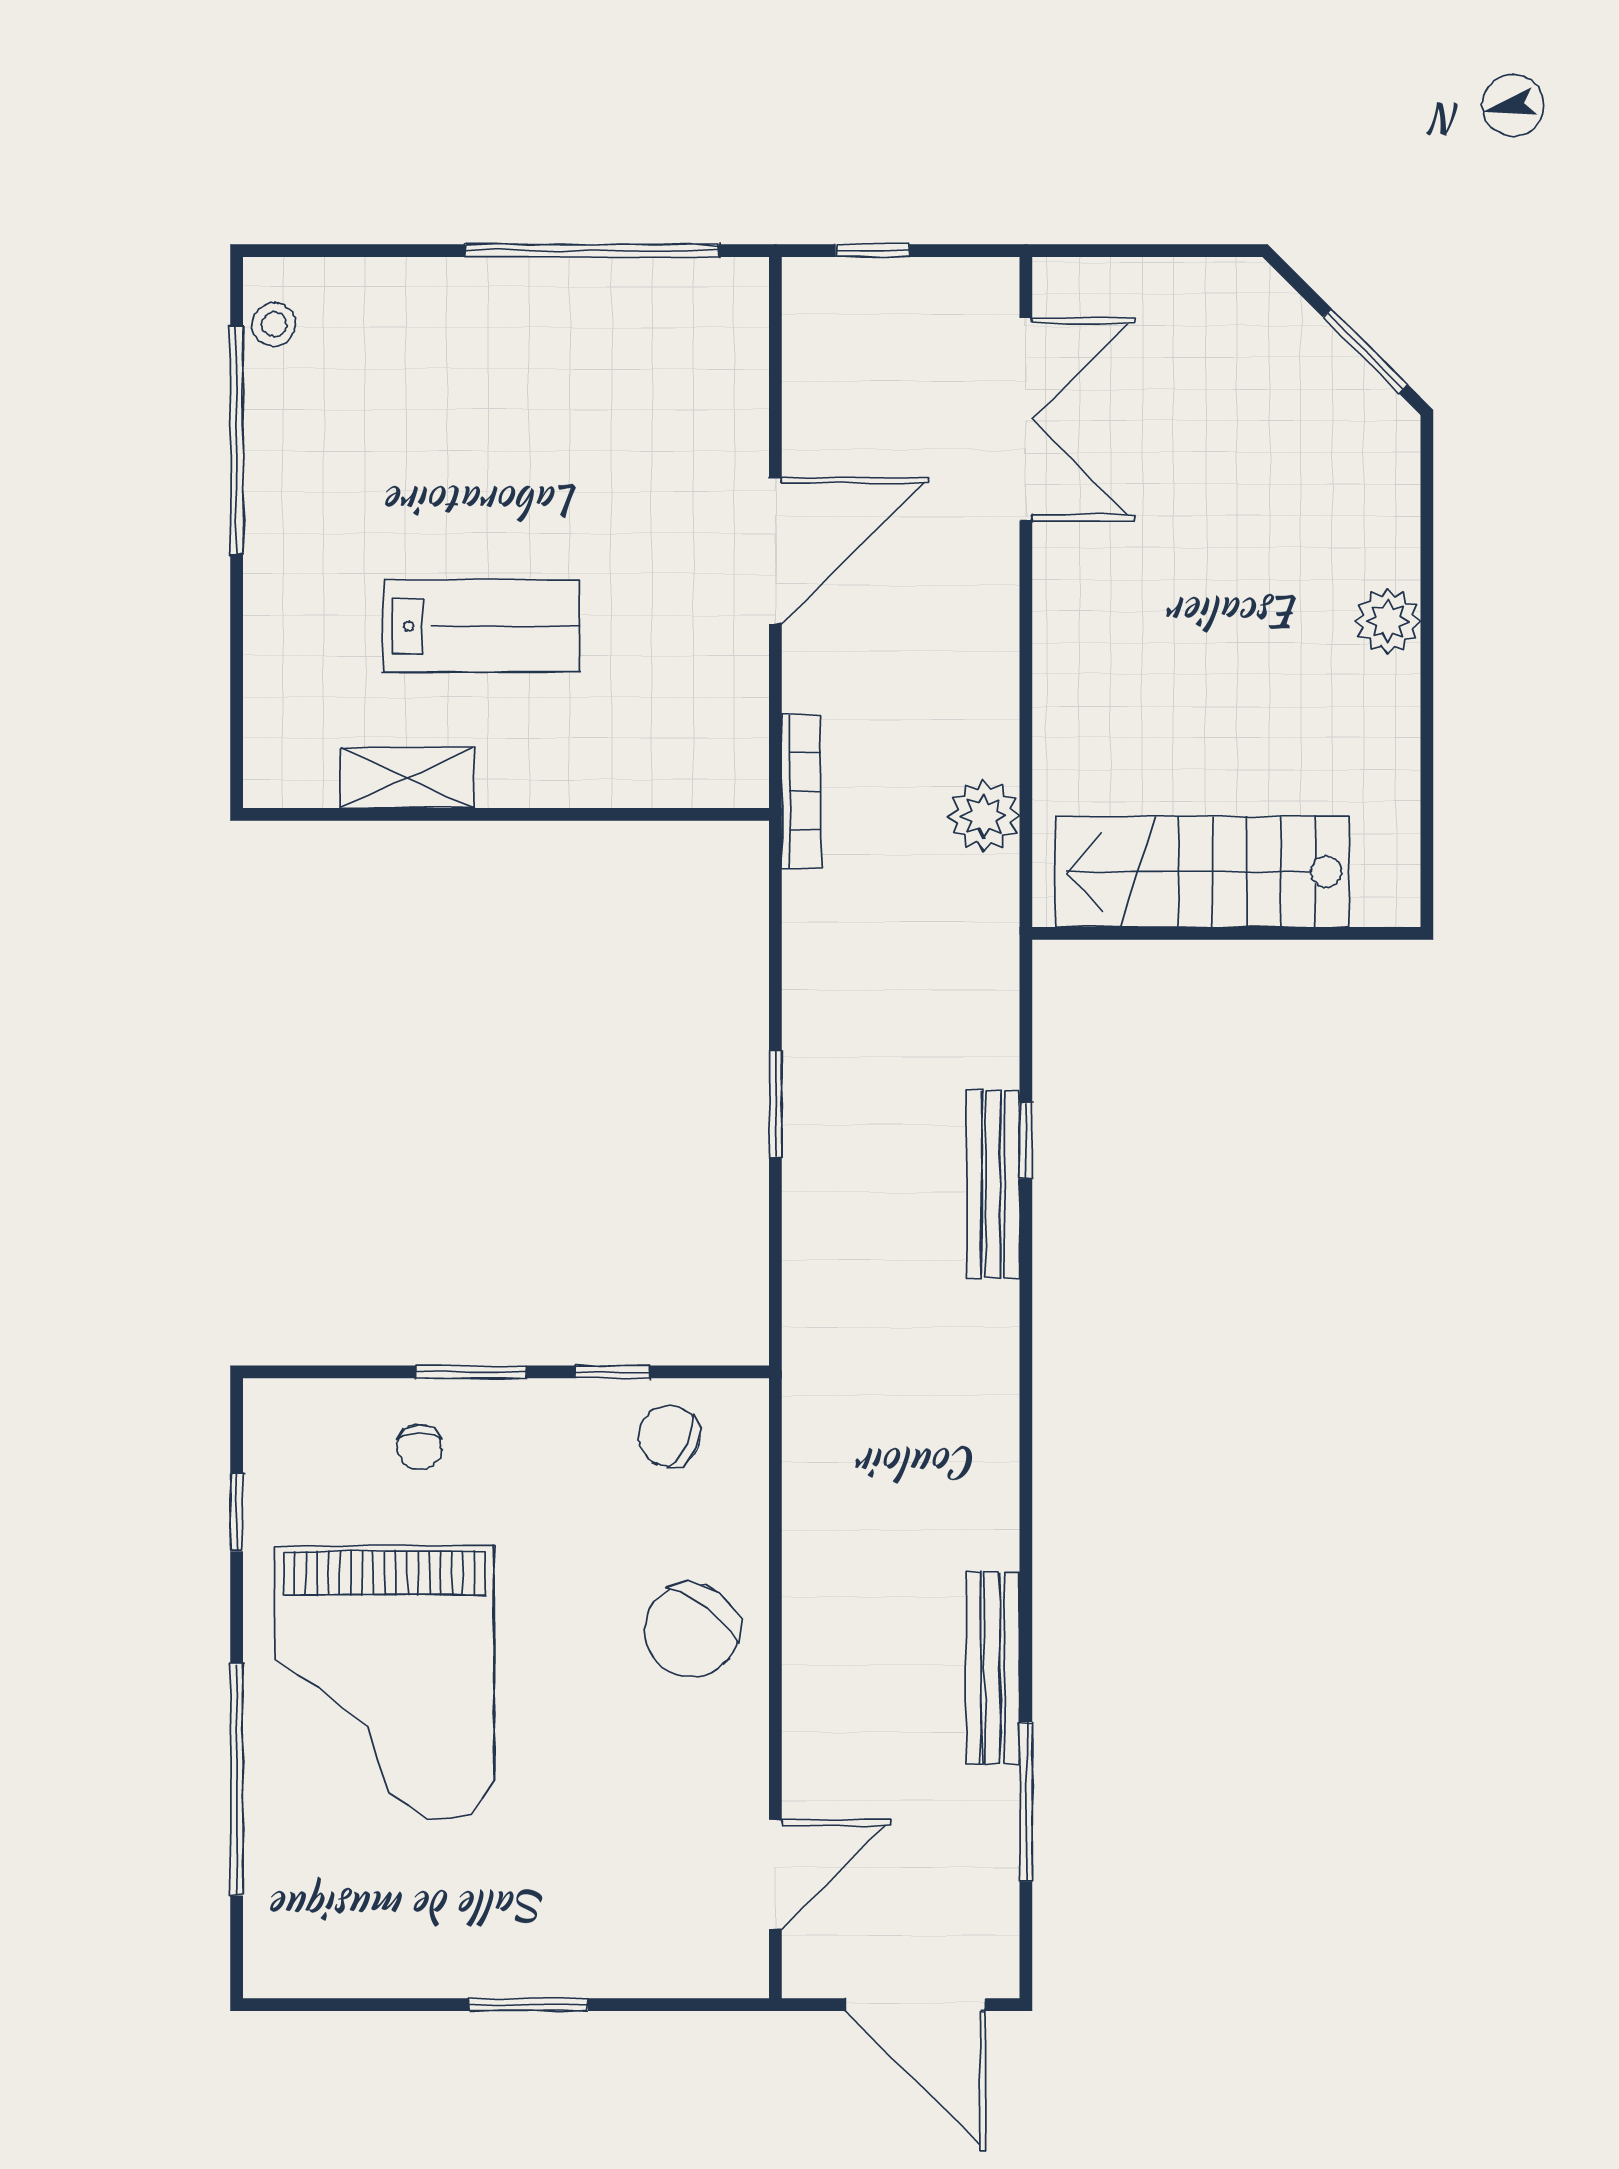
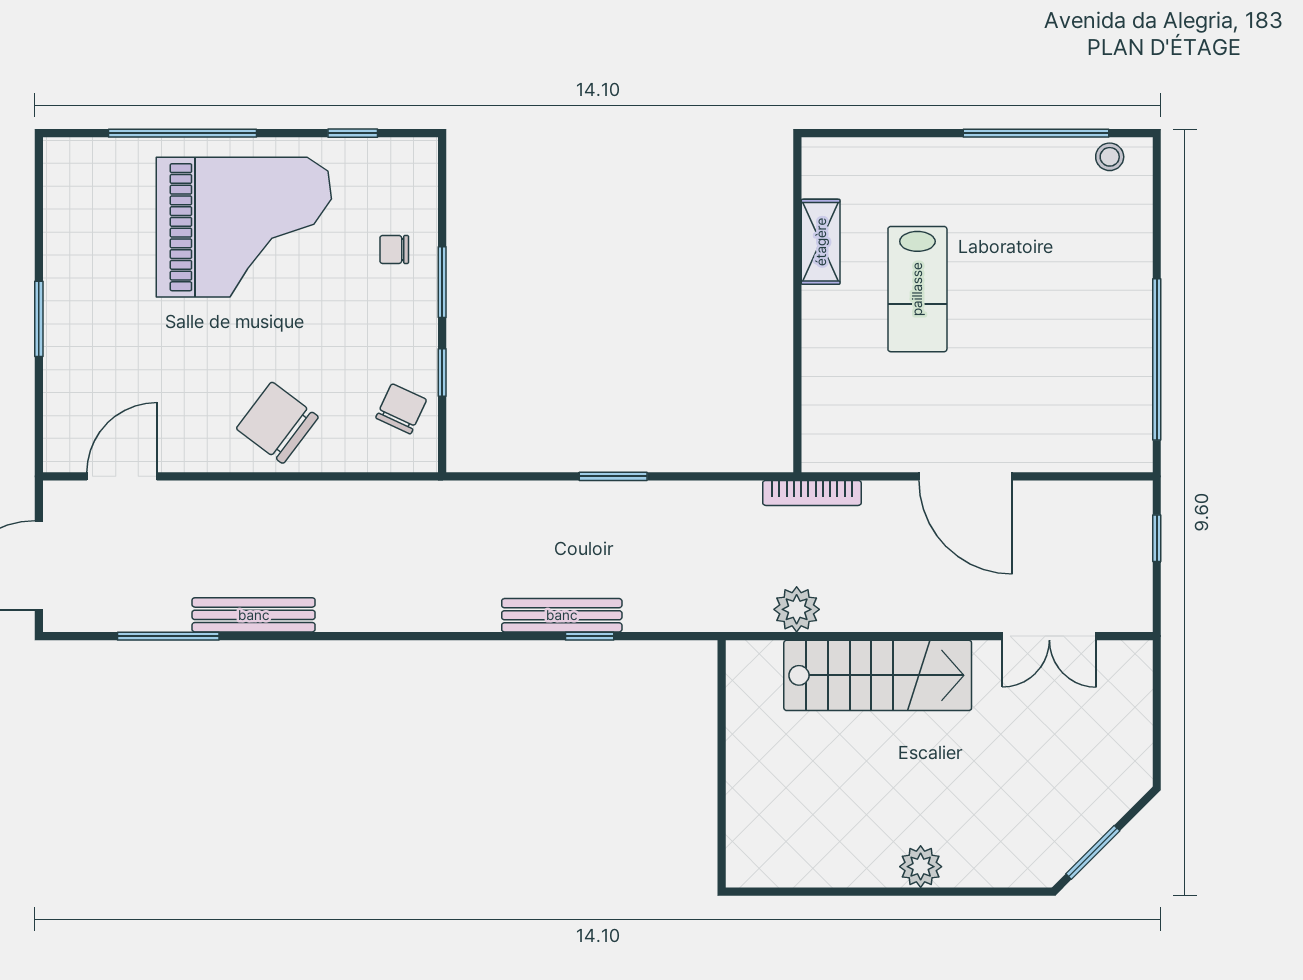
double door: (1026, 419) -> (1049, 636), width x0.73
stairs: (1203, 872) -> (878, 675), moved, turned 90
grand piano: (384, 1683) -> (244, 227), turned 180
door: (775, 1875) -> (122, 476), swing flipped

